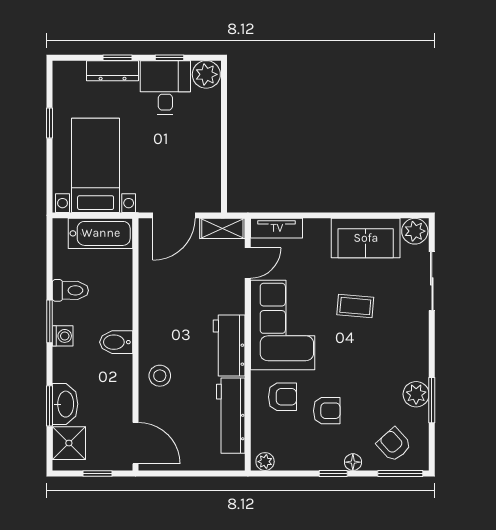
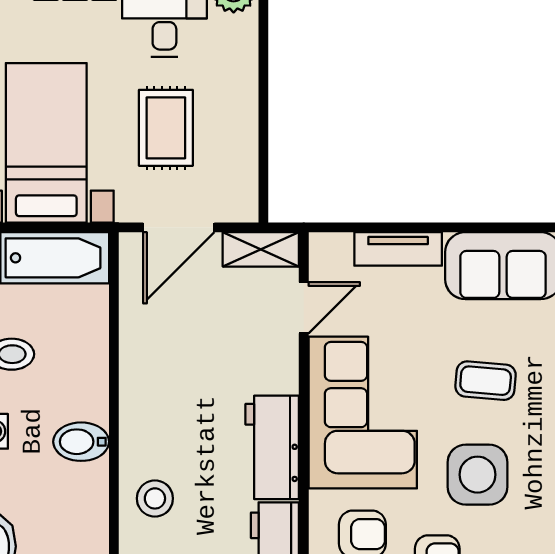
rug: (166, 157) -> (166, 128), added
tv unit: (277, 228) -> (398, 249), moved
side table: (351, 362) -> (478, 475), added

